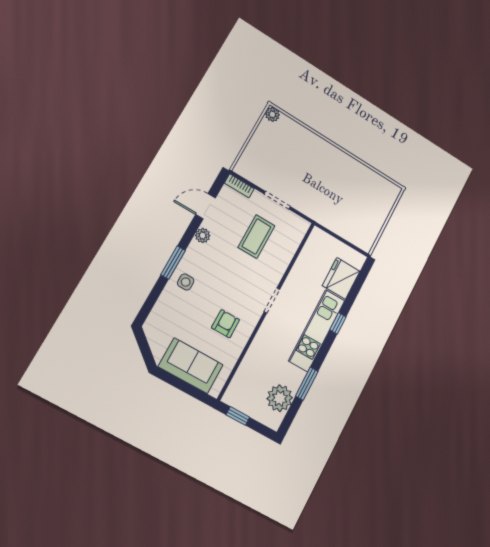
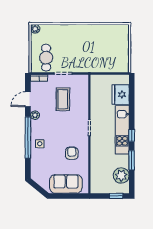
cafe table: (265, 163) -> (46, 58), added
window: (173, 262) -> (28, 138), width x2.11
window: (338, 323) -> (132, 135), moved
window: (238, 416) -> (116, 196), moved

